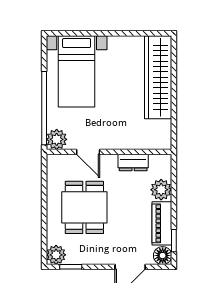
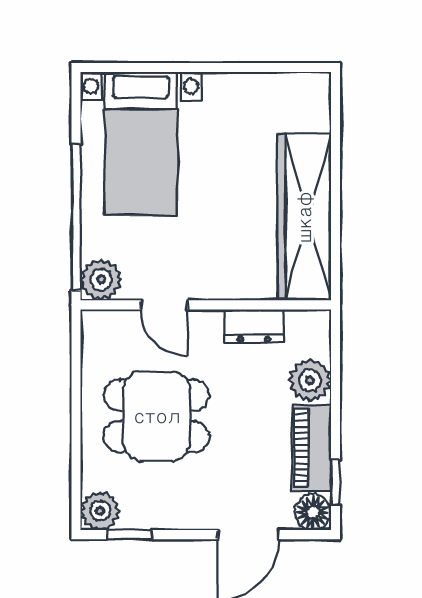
wardrobe: (158, 77) -> (304, 217), moved
dining table: (84, 207) -> (157, 416), turned 90

